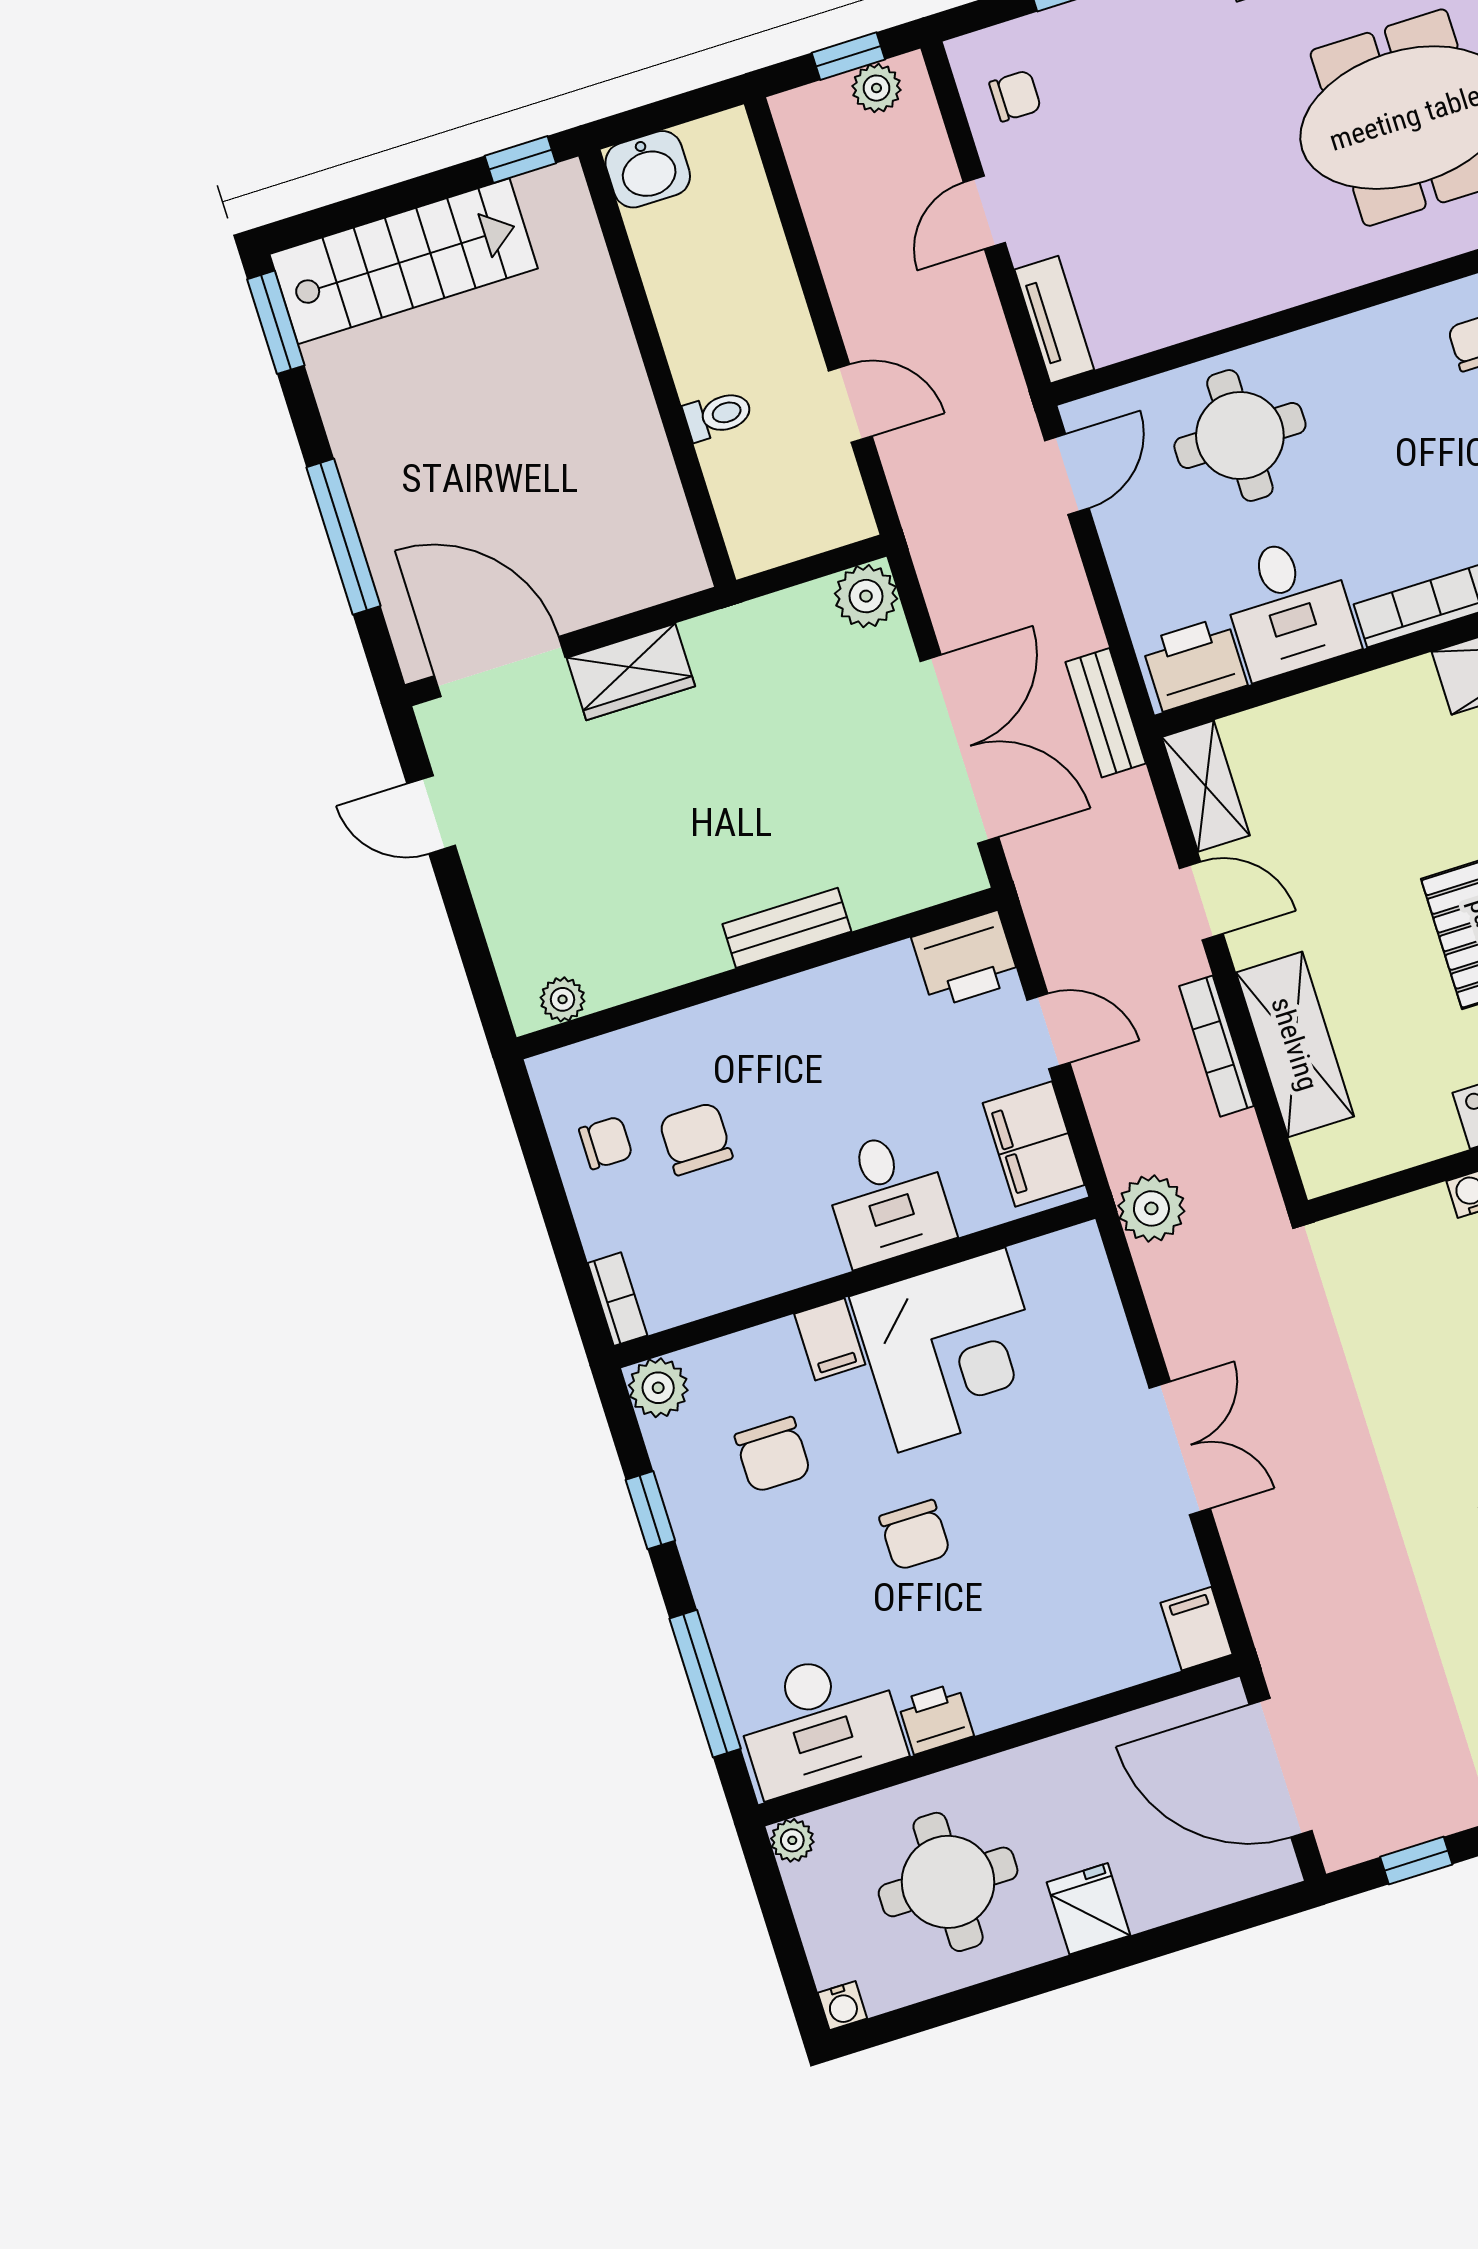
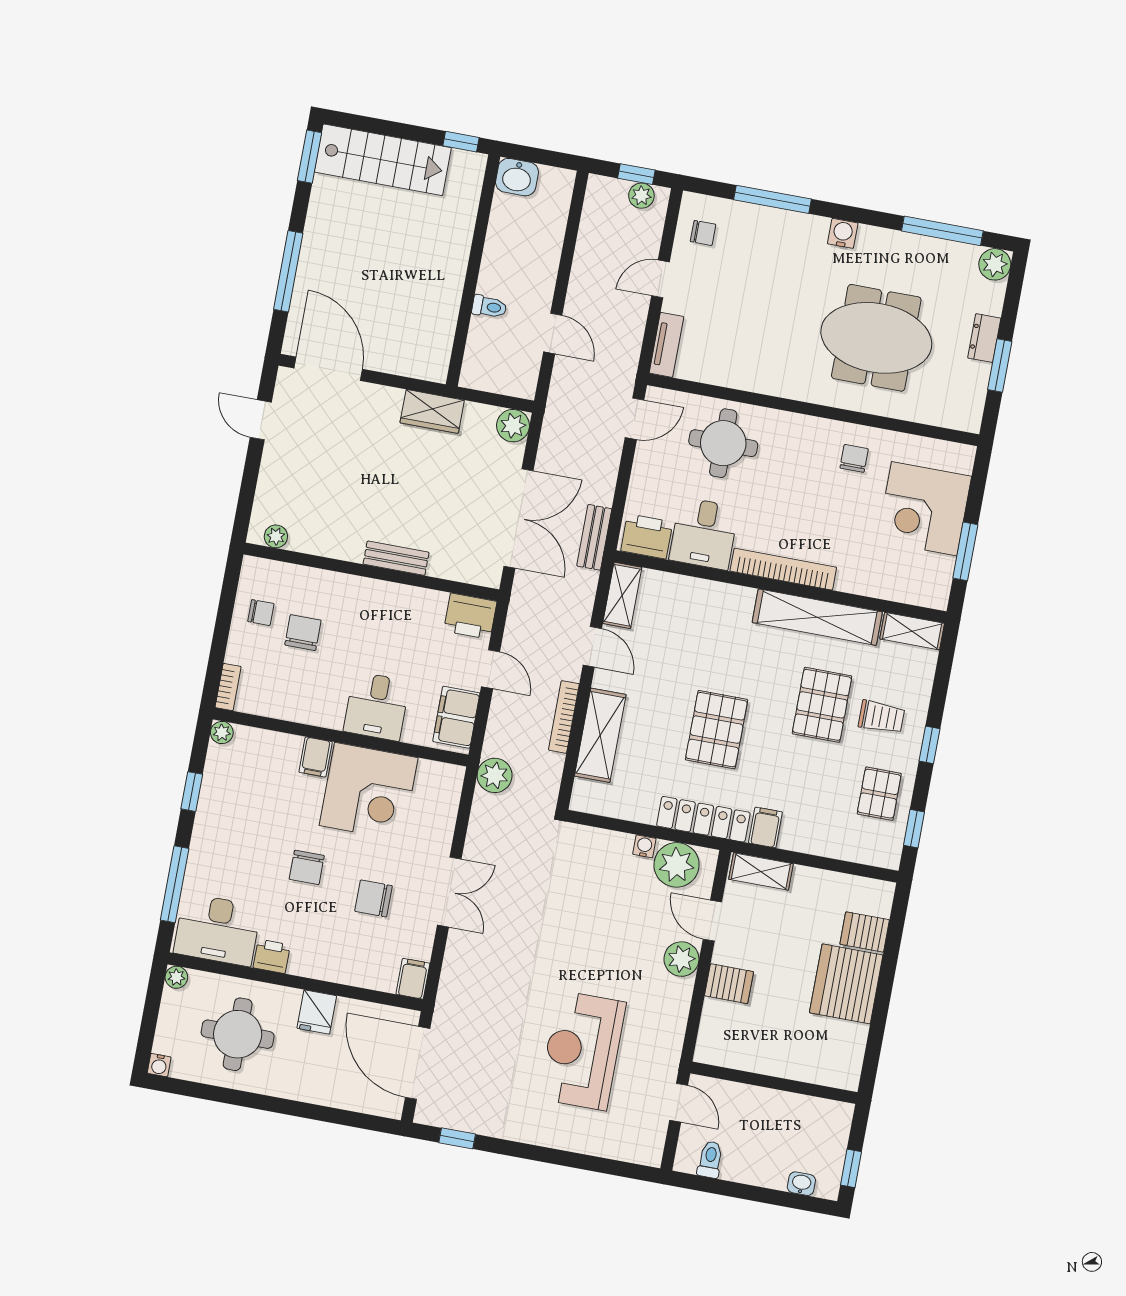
wardrobe: (631, 672) -> (432, 411), moved
plant: (658, 1388) -> (222, 733), width x0.73, depth x0.73
chair: (773, 1455) -> (374, 898), moved, turned 90
fridge: (1089, 1909) -> (317, 1012), moved, turned 180

